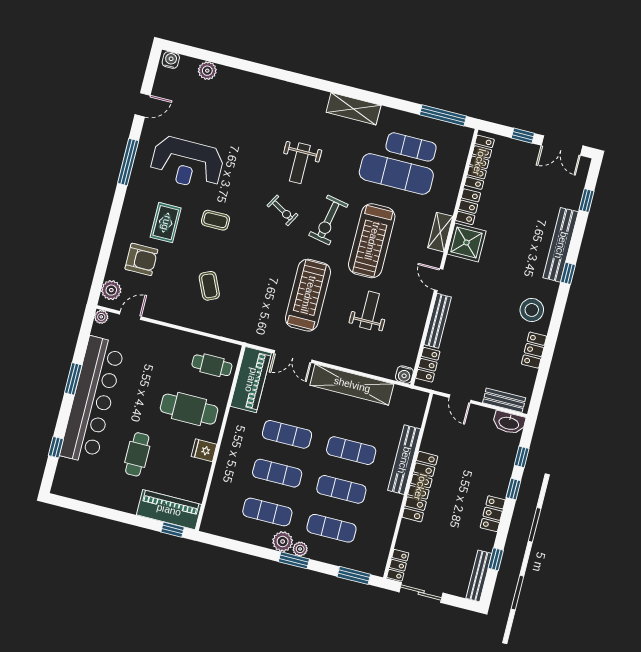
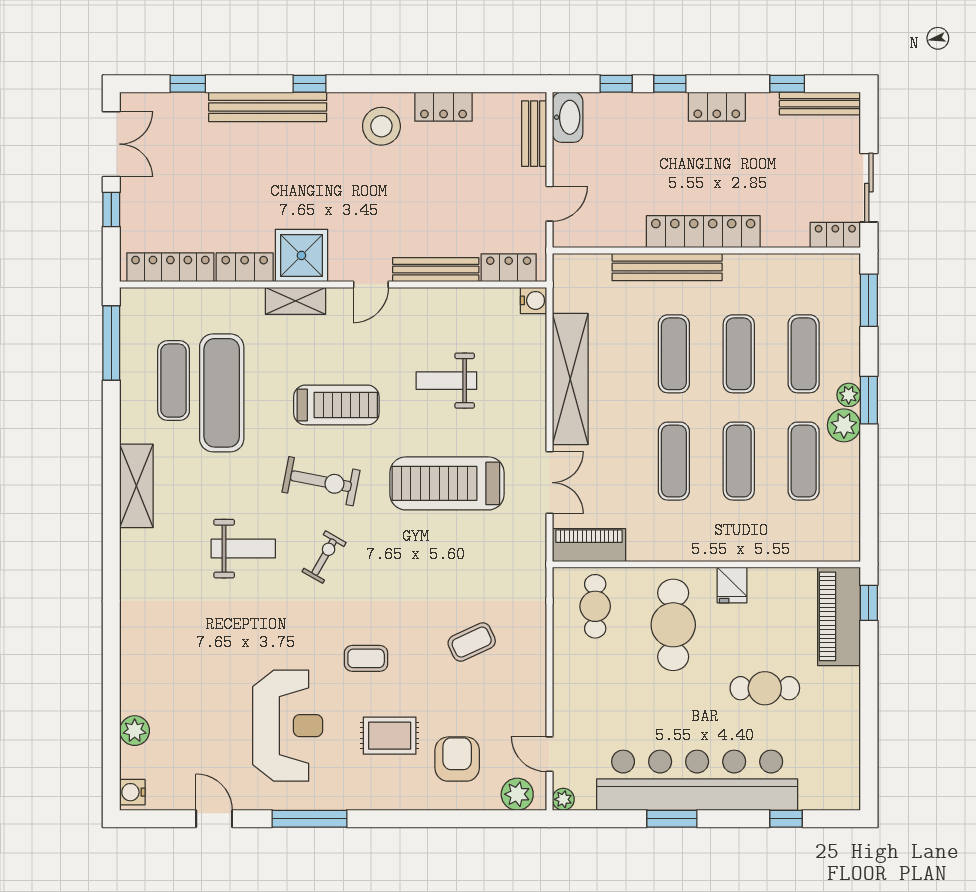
coffee table: (215, 220) -> (366, 658), turned 90
treadmill: (372, 241) -> (336, 405), width x0.73, depth x0.73
piano: (251, 380) -> (589, 545), width x0.73, depth x0.75

